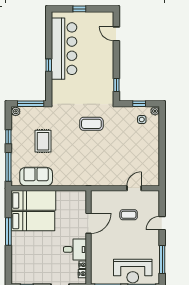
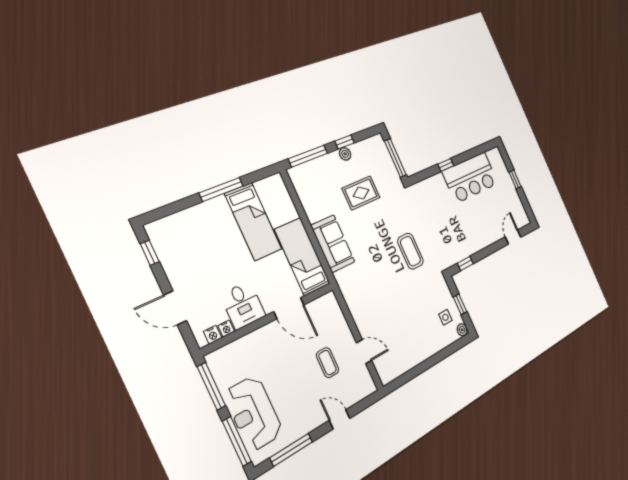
bar counter: (64, 49) -> (470, 177), width x0.73
plant: (16, 111) -> (345, 154), moved
sofa: (36, 177) -> (333, 244), moved
bed: (33, 200) -> (302, 257), moved, turned 180

